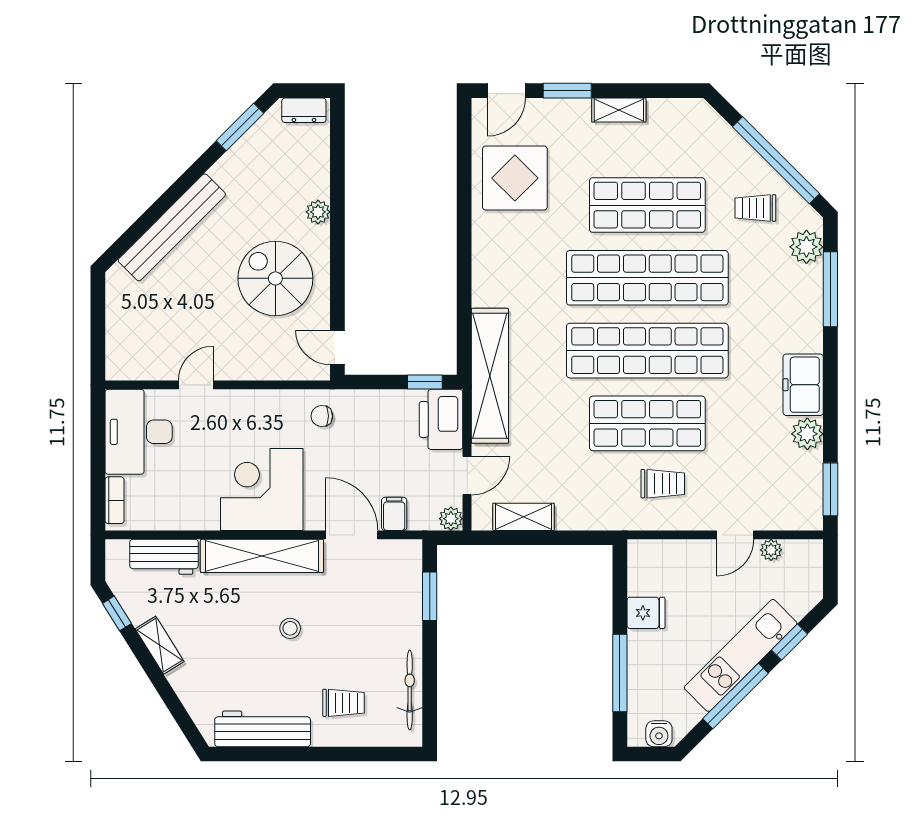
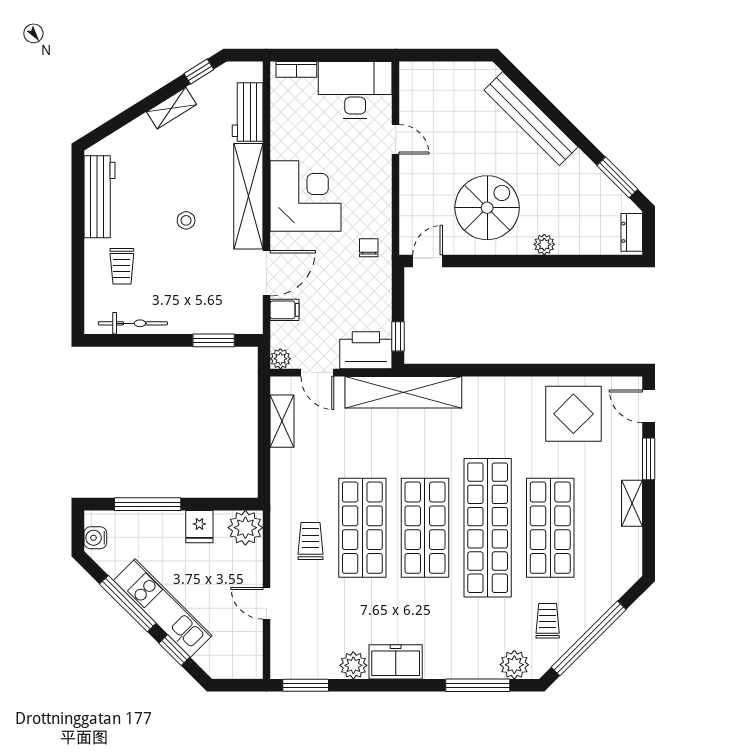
shop shelf: (647, 351) -> (425, 528), width x0.71
trolley: (663, 484) -> (311, 541), turned 180
plant: (771, 550) -> (245, 528), moved, width x1.88, depth x1.88

